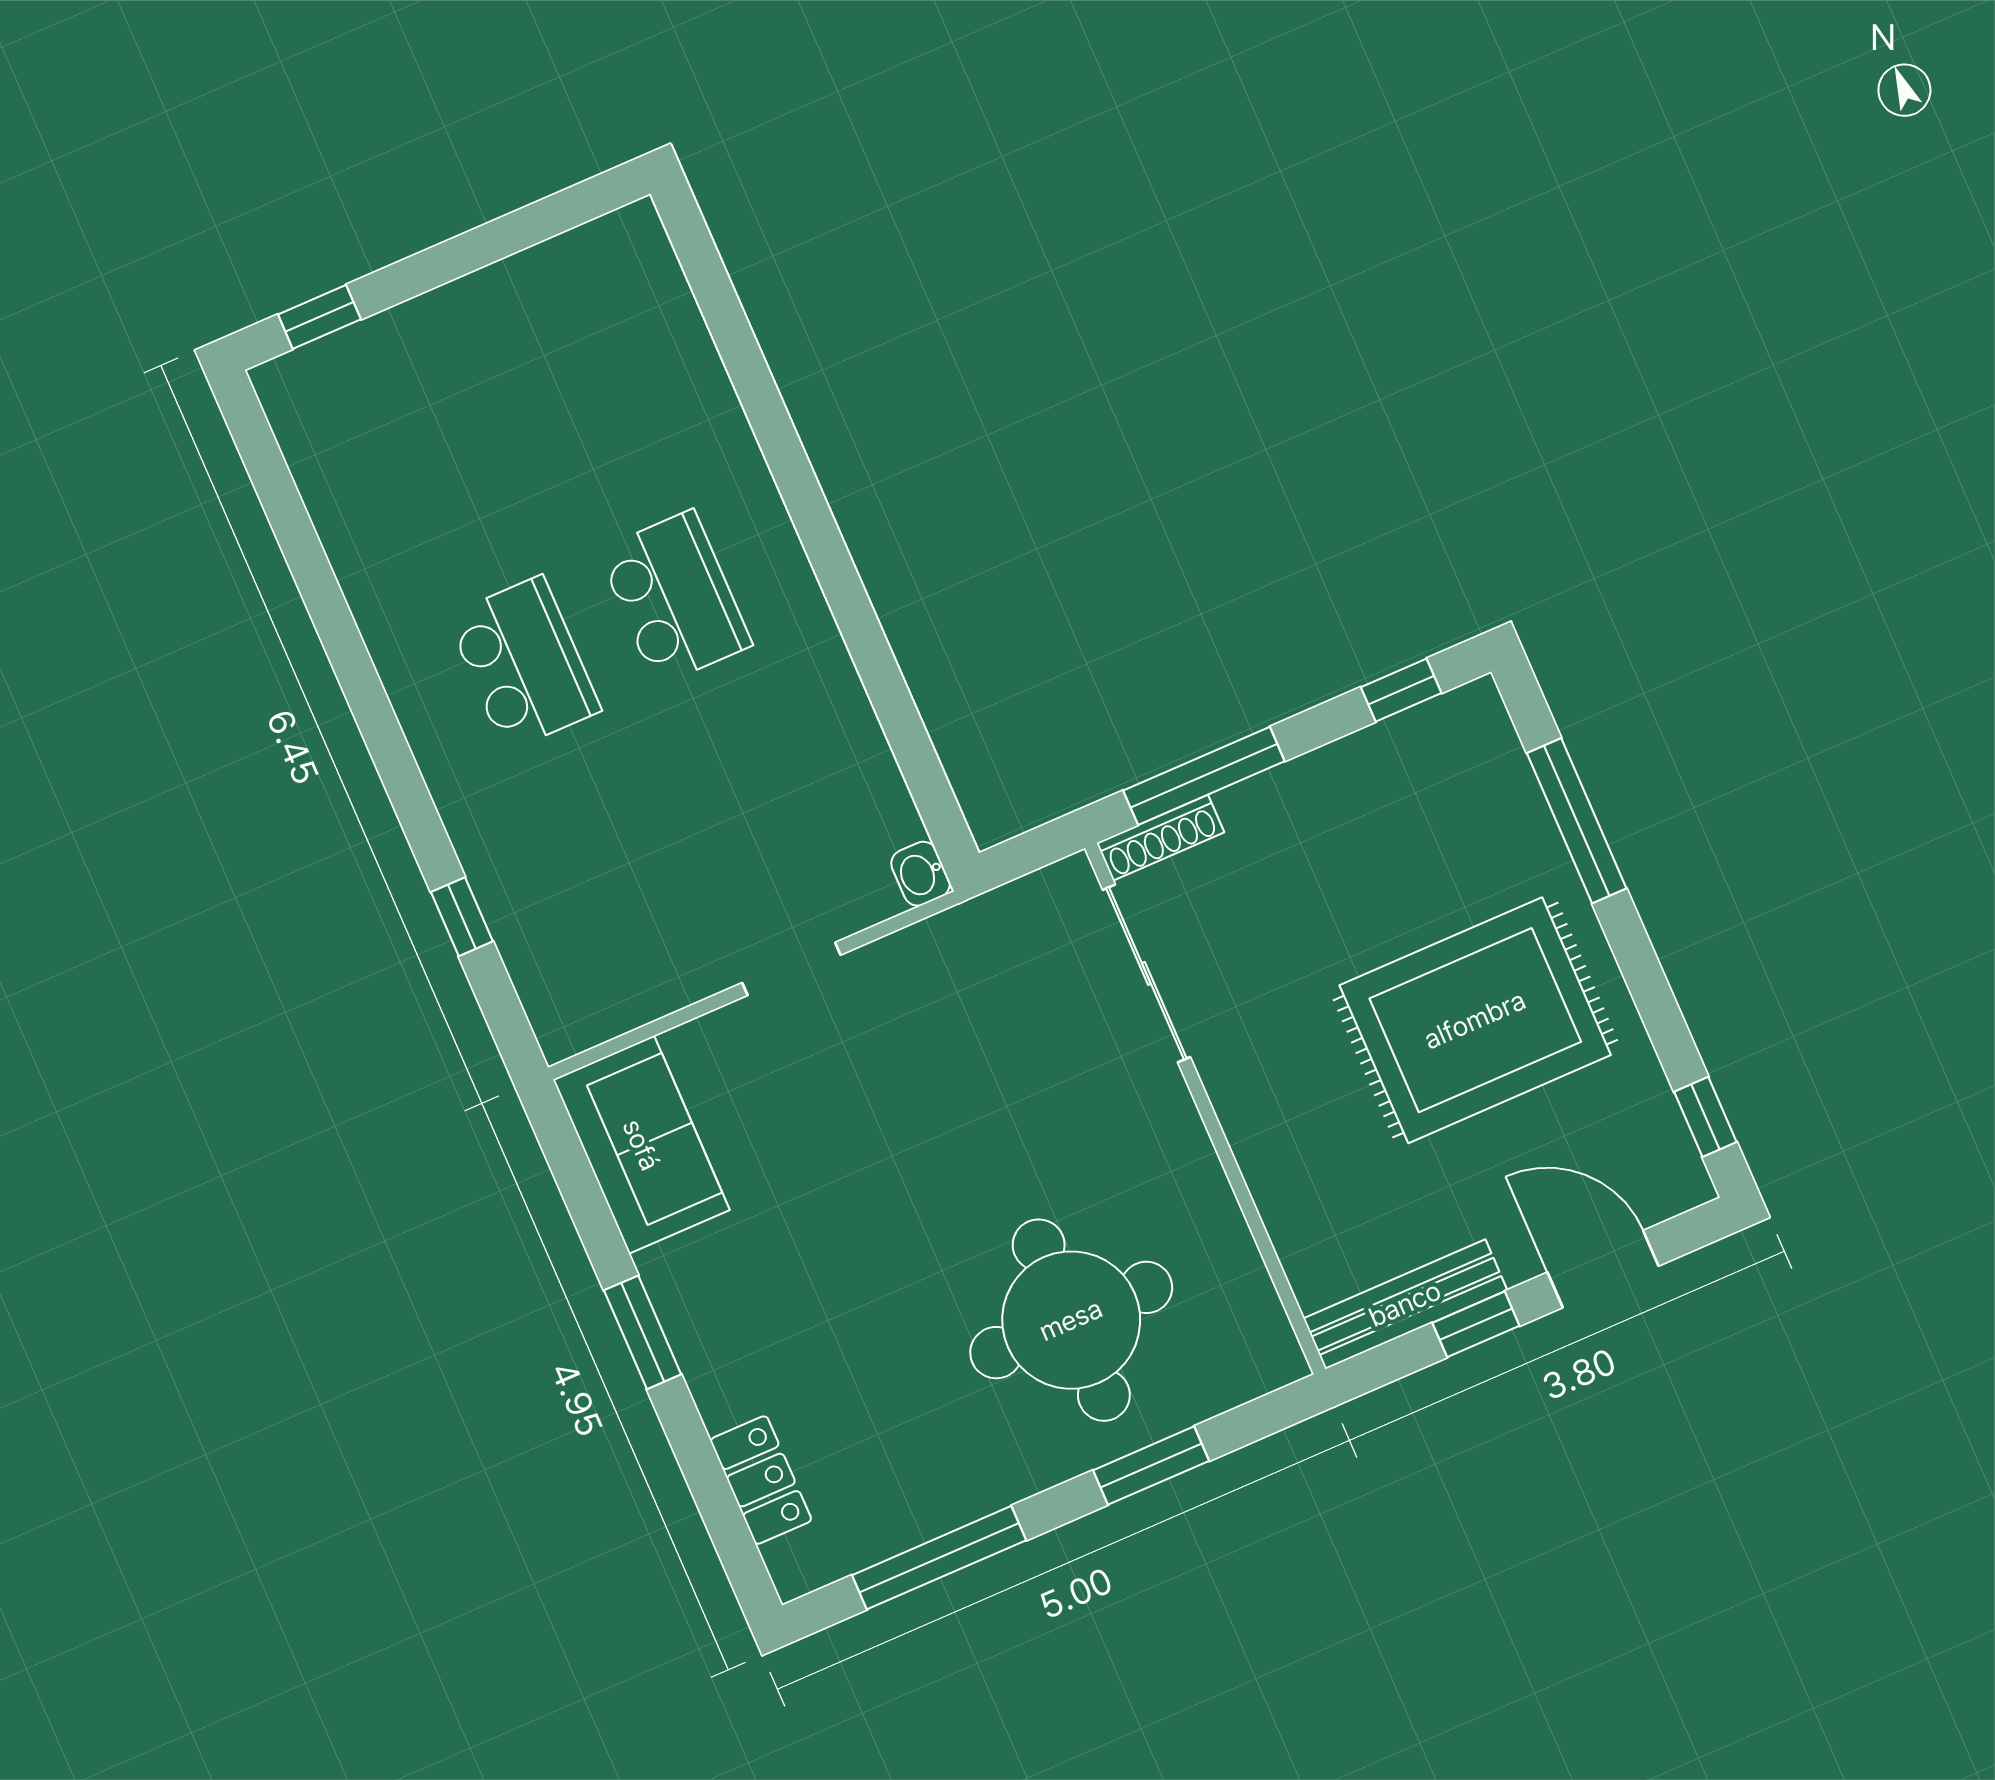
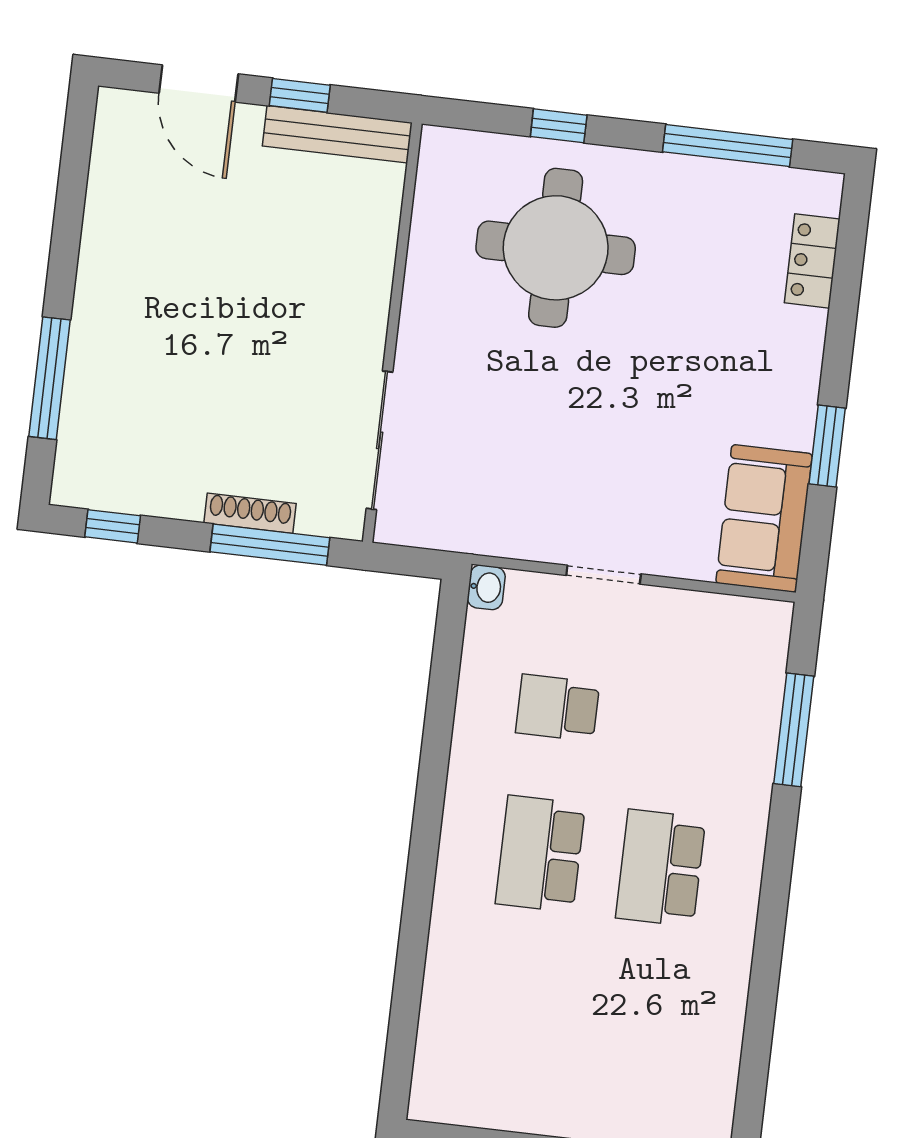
school desk: (754, 781) -> (558, 708), added
shoe rack: (1160, 838) -> (250, 513), moved
window: (462, 917) -> (794, 730), width x2.17
rug: (1475, 1020) -> (188, 289), removed
window: (1705, 1117) -> (77, 142), removed
window: (643, 1332) -> (827, 446), moved
window: (1151, 1466) -> (559, 126), width x0.67

